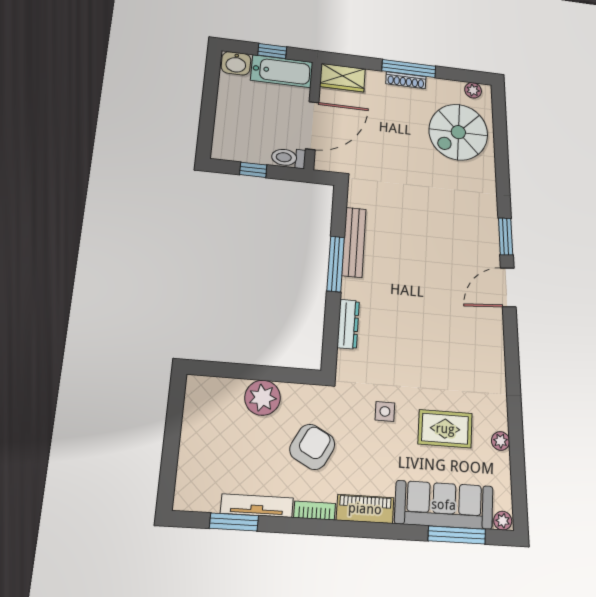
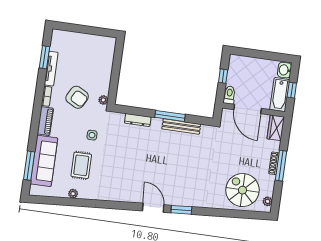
plant: (263, 398) -> (103, 100), moved, width x0.53, depth x0.53
plant: (503, 521) -> (34, 190), removed

